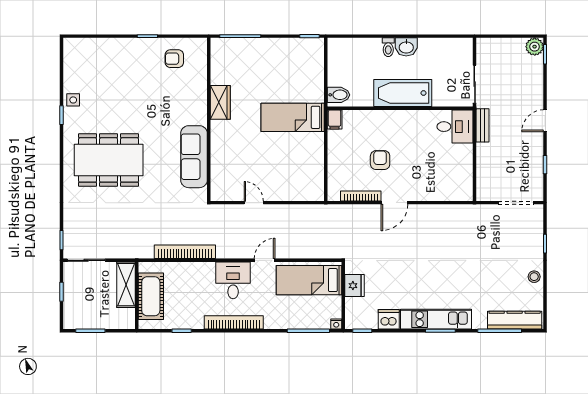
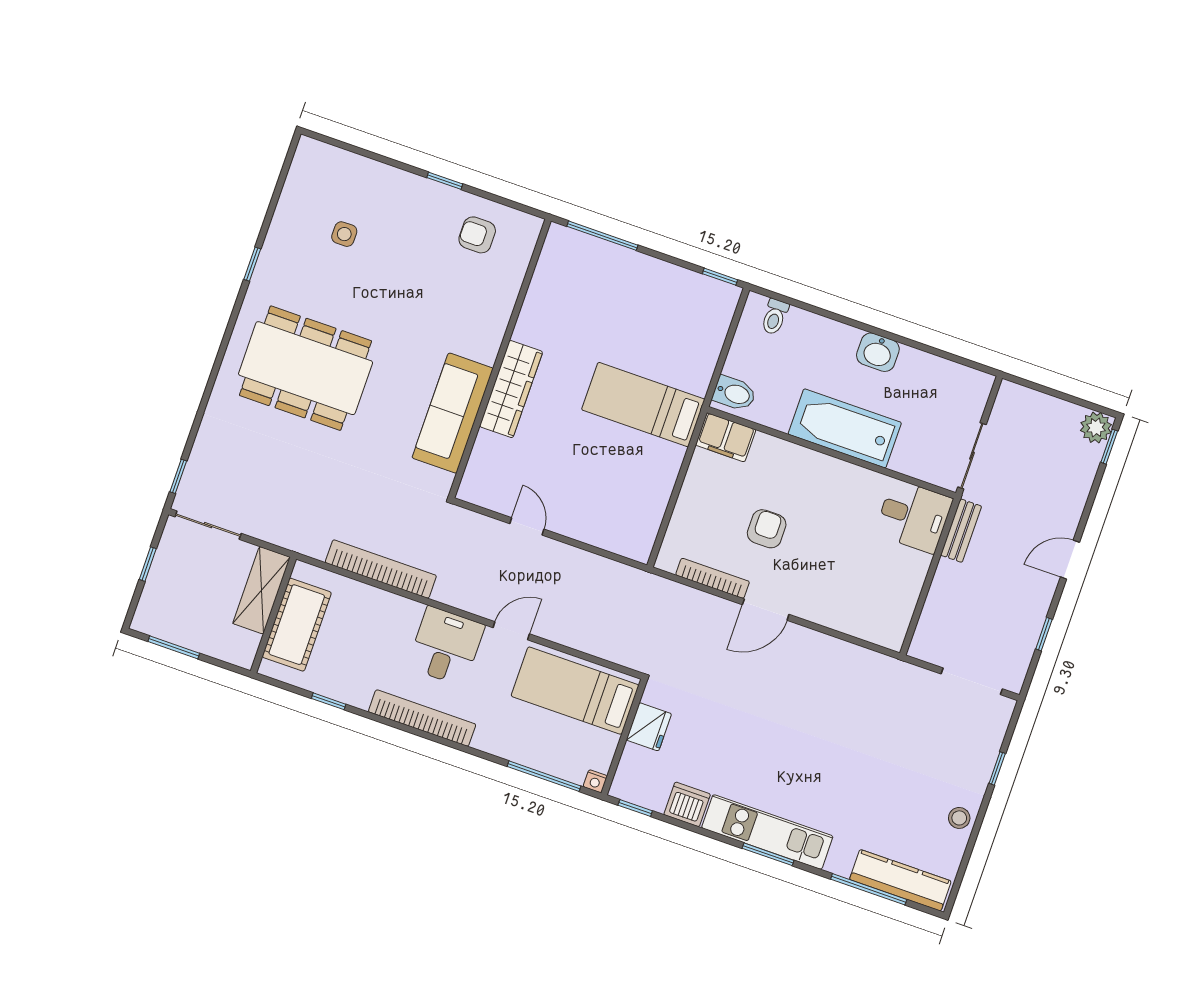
toilet: (388, 47) -> (775, 317), moved
side table: (73, 100) -> (344, 234), moved
wardrobe: (220, 102) -> (511, 389), moved, width x1.50
filing cabinet: (335, 119) -> (726, 437), width x2.00

